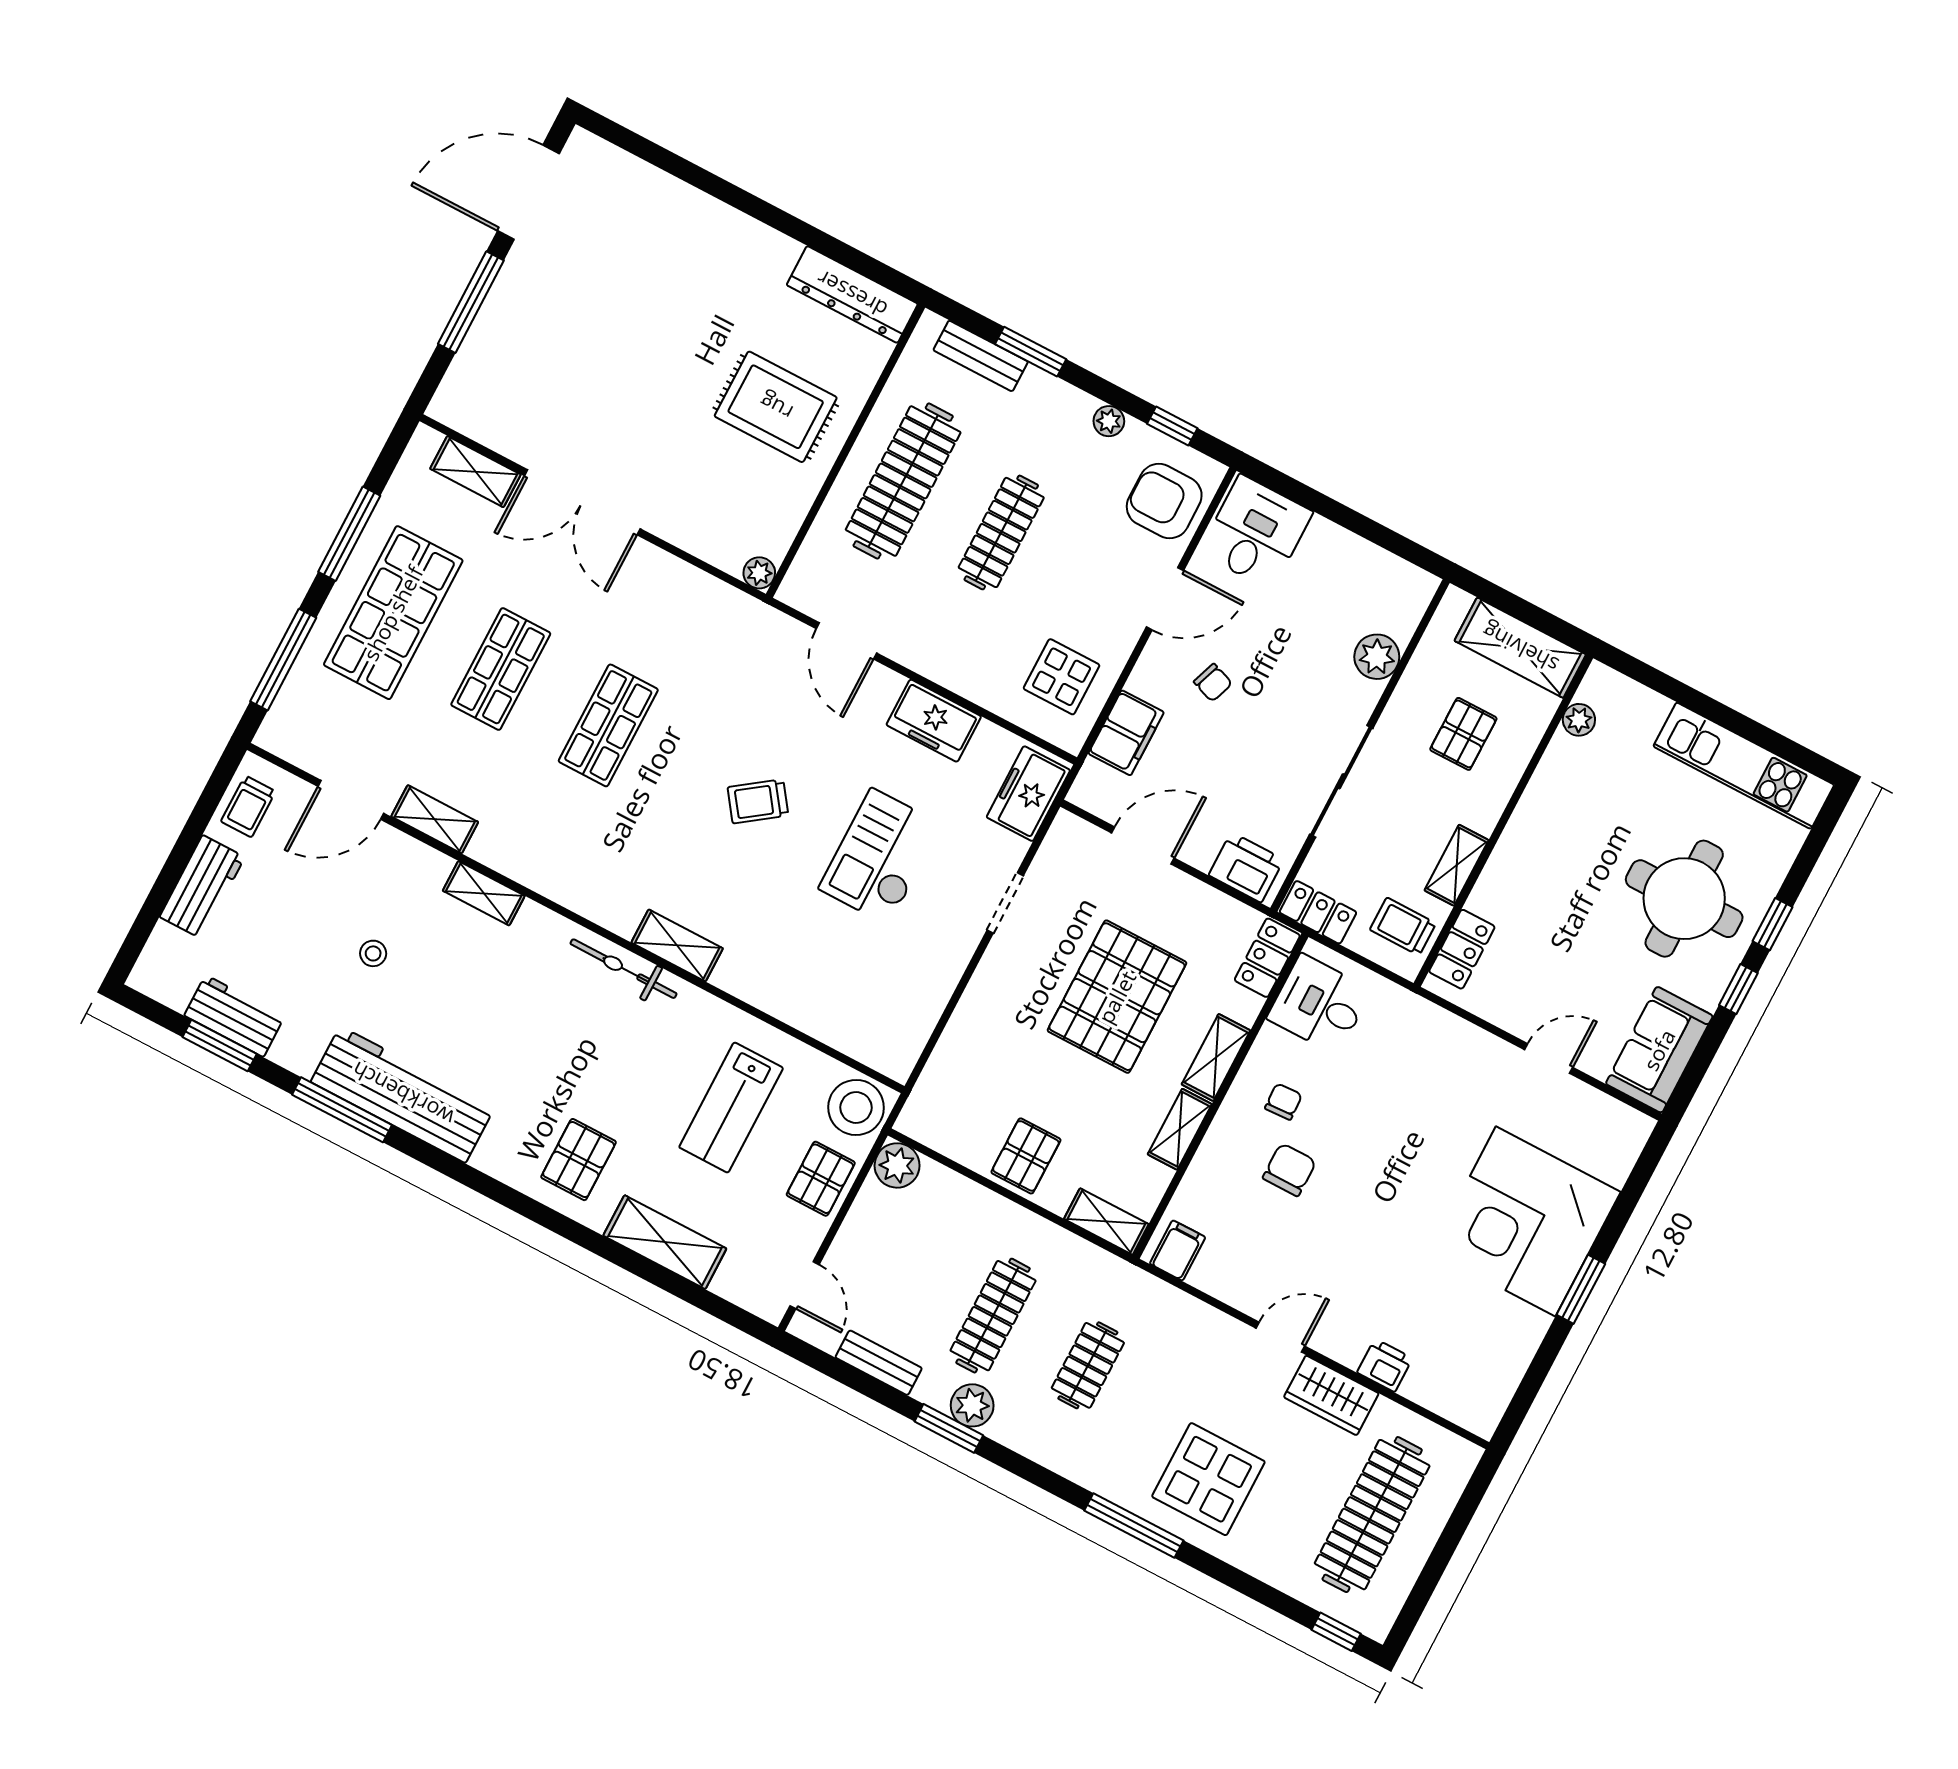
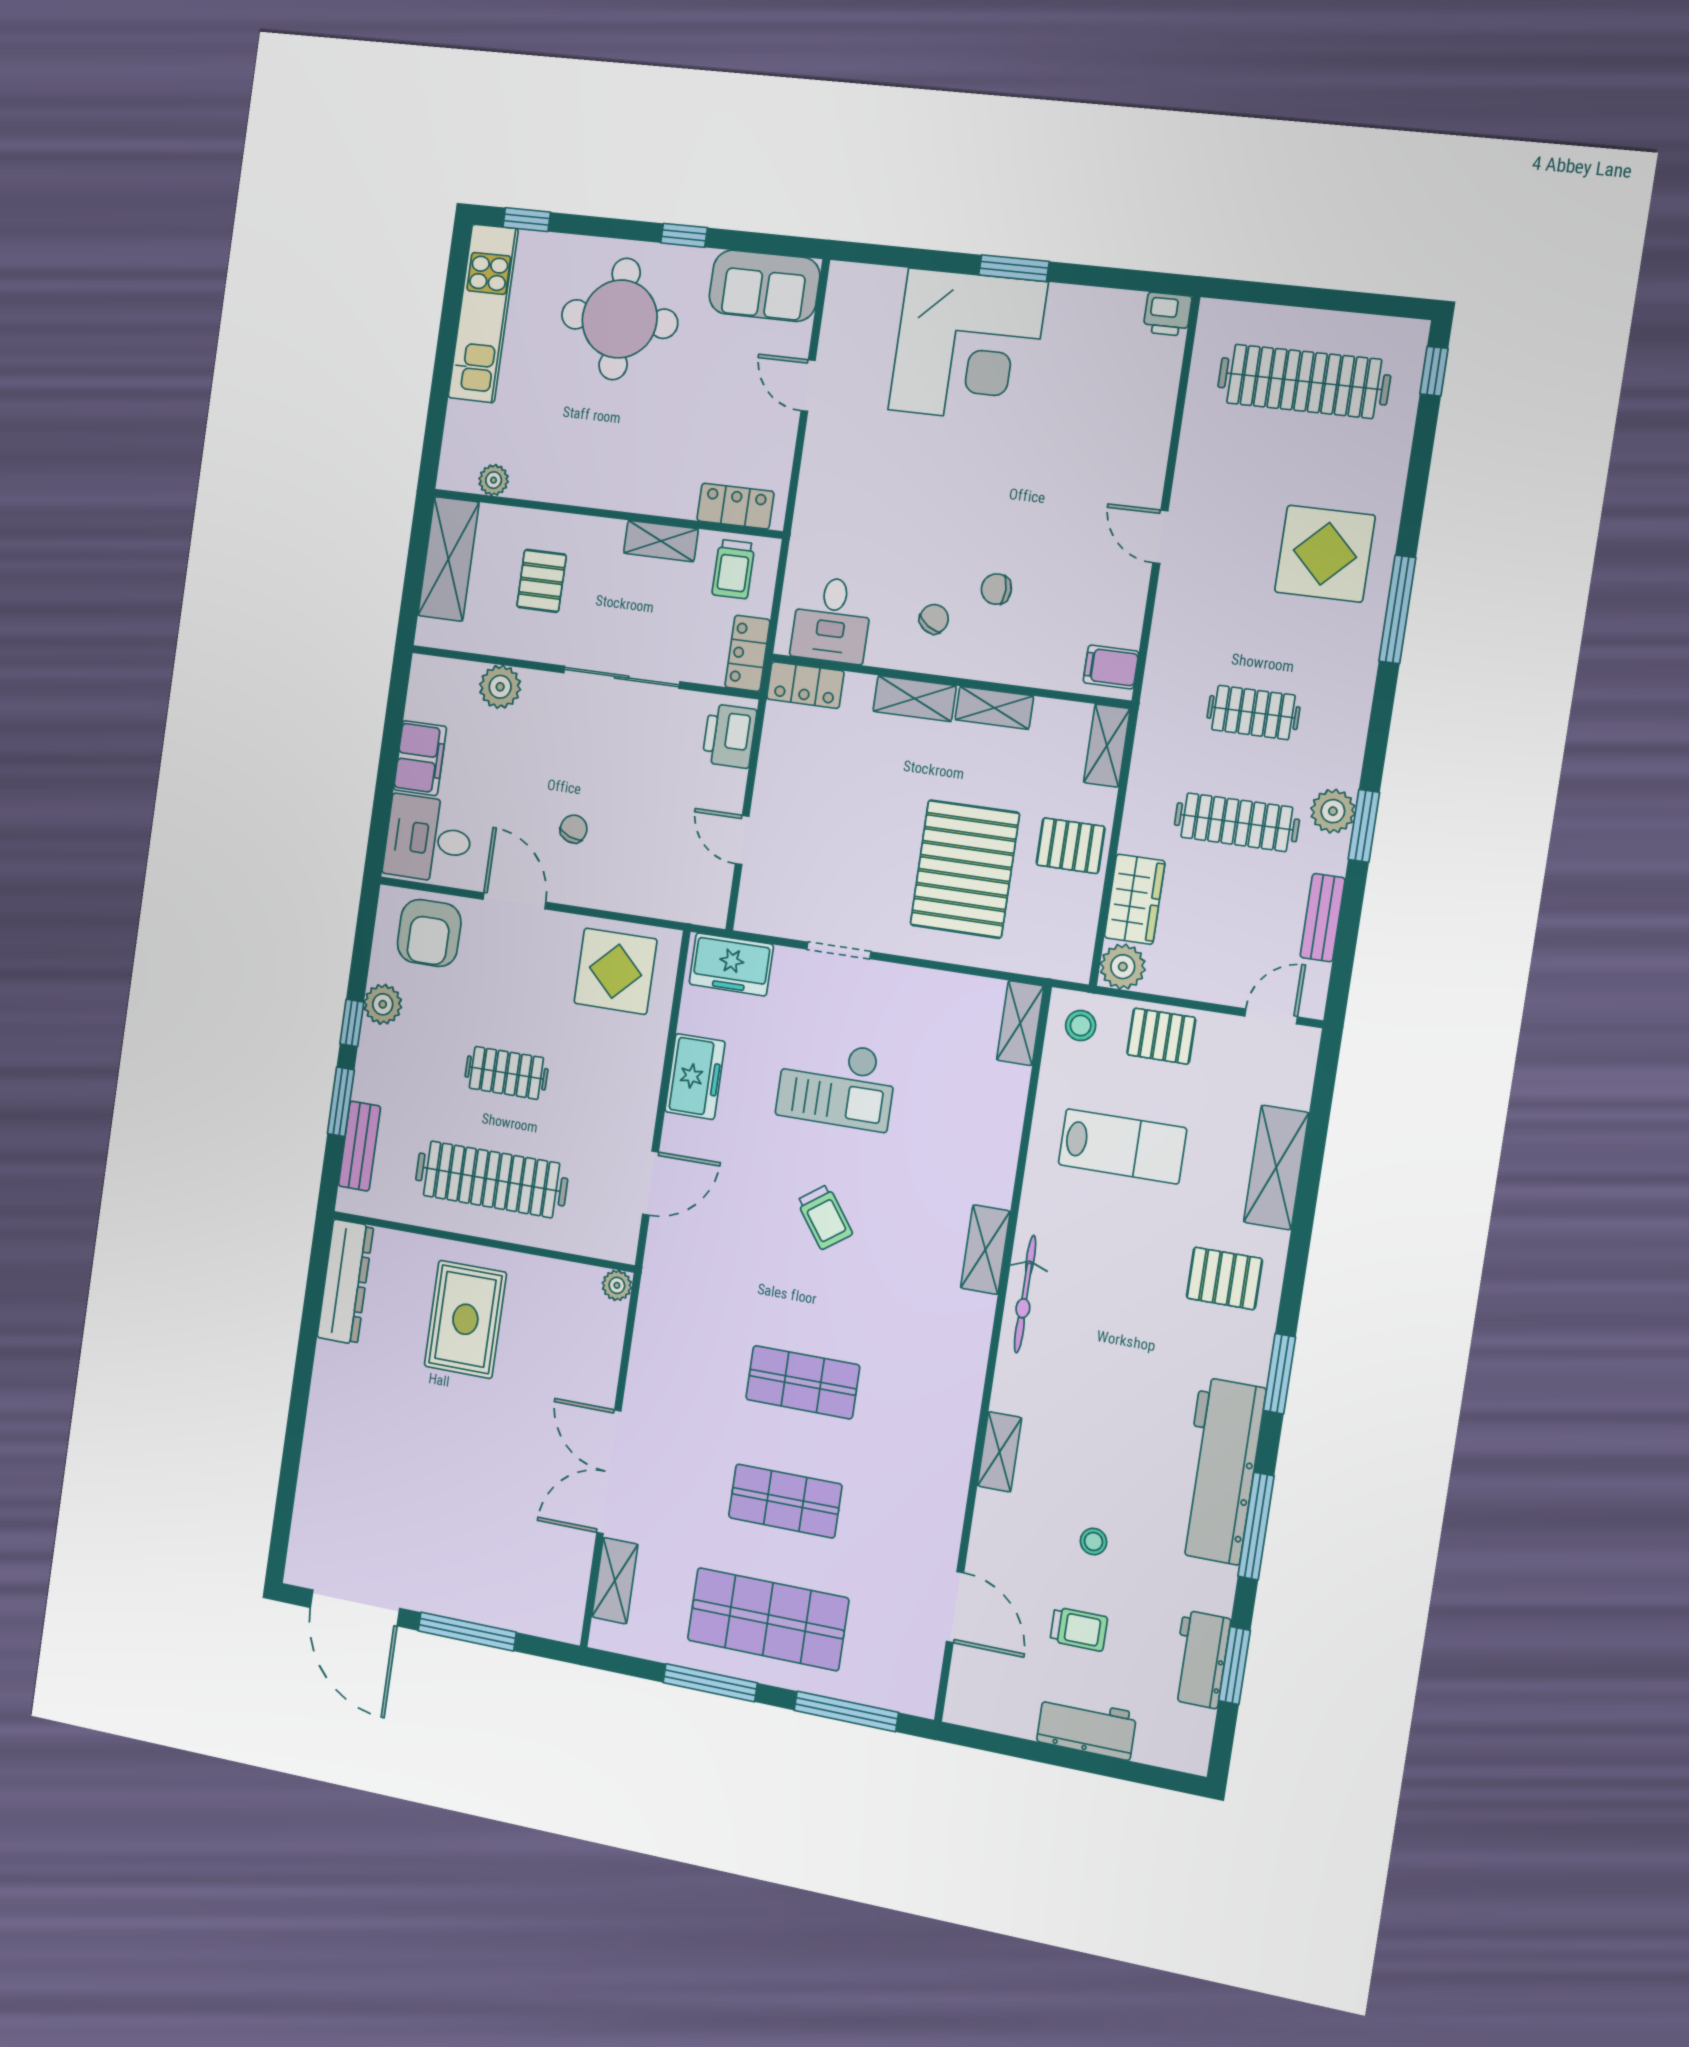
plant: (1109, 421) -> (383, 1004), width x1.38, depth x1.38
window: (1172, 426) -> (352, 1023), moved
double door: (582, 502) -> (609, 1472), swing flipped
clothes rail: (1001, 532) -> (506, 1073), width x0.73
display table: (1062, 677) -> (615, 971), width x1.36, depth x1.36
filing cabinet: (1126, 733) -> (420, 758), moved, turned 90
pallet: (1463, 734) -> (542, 581), turned 90
trolley: (248, 806) -> (1079, 1629), moved
shelving: (435, 819) -> (1020, 1023), moved
door: (1143, 846) -> (742, 840), width x0.73
window: (1772, 924) -> (527, 220), moved
pallet: (1117, 997) -> (965, 869), moved, turned 90
chair: (1283, 1102) -> (934, 619), turned 127
stool: (856, 1107) -> (1081, 1026), width x0.53, depth x0.53
chair: (1289, 1170) -> (996, 589), width x0.73, depth x0.73
window: (475, 1180) -> (1279, 1374), added
printer: (1385, 1365) -> (1167, 314), moved, turned -90
wardrobe: (1331, 1395) -> (1135, 899), moved

